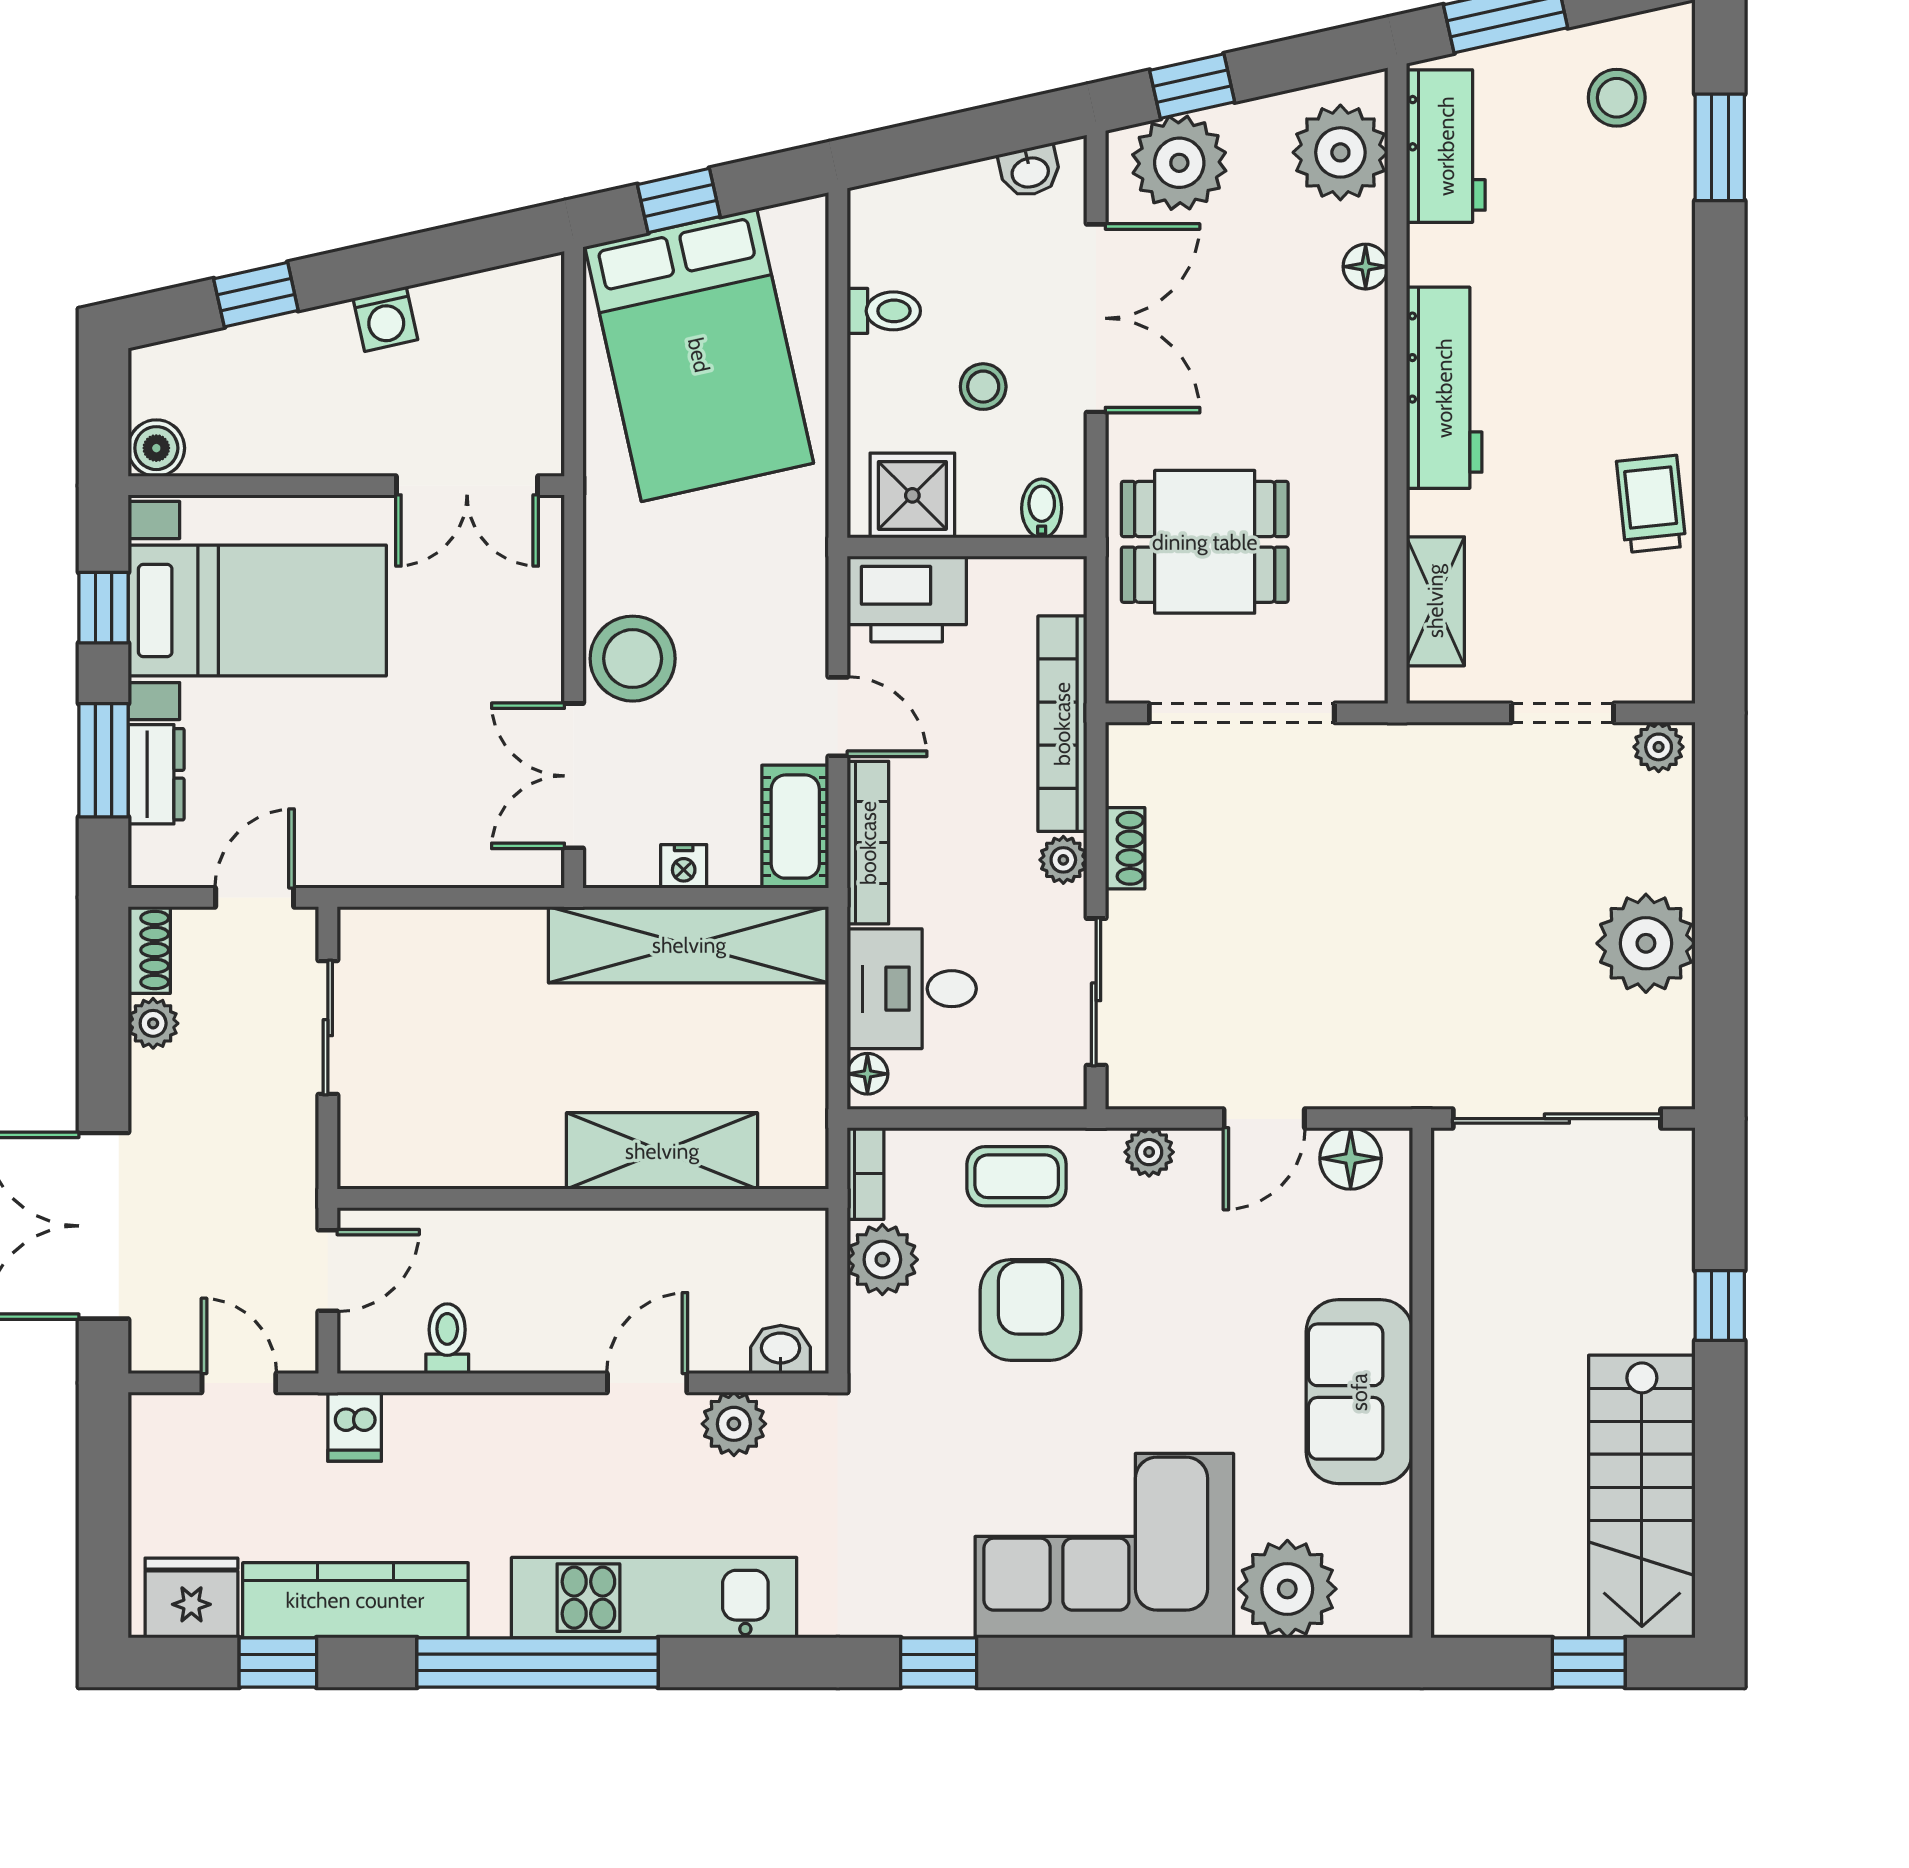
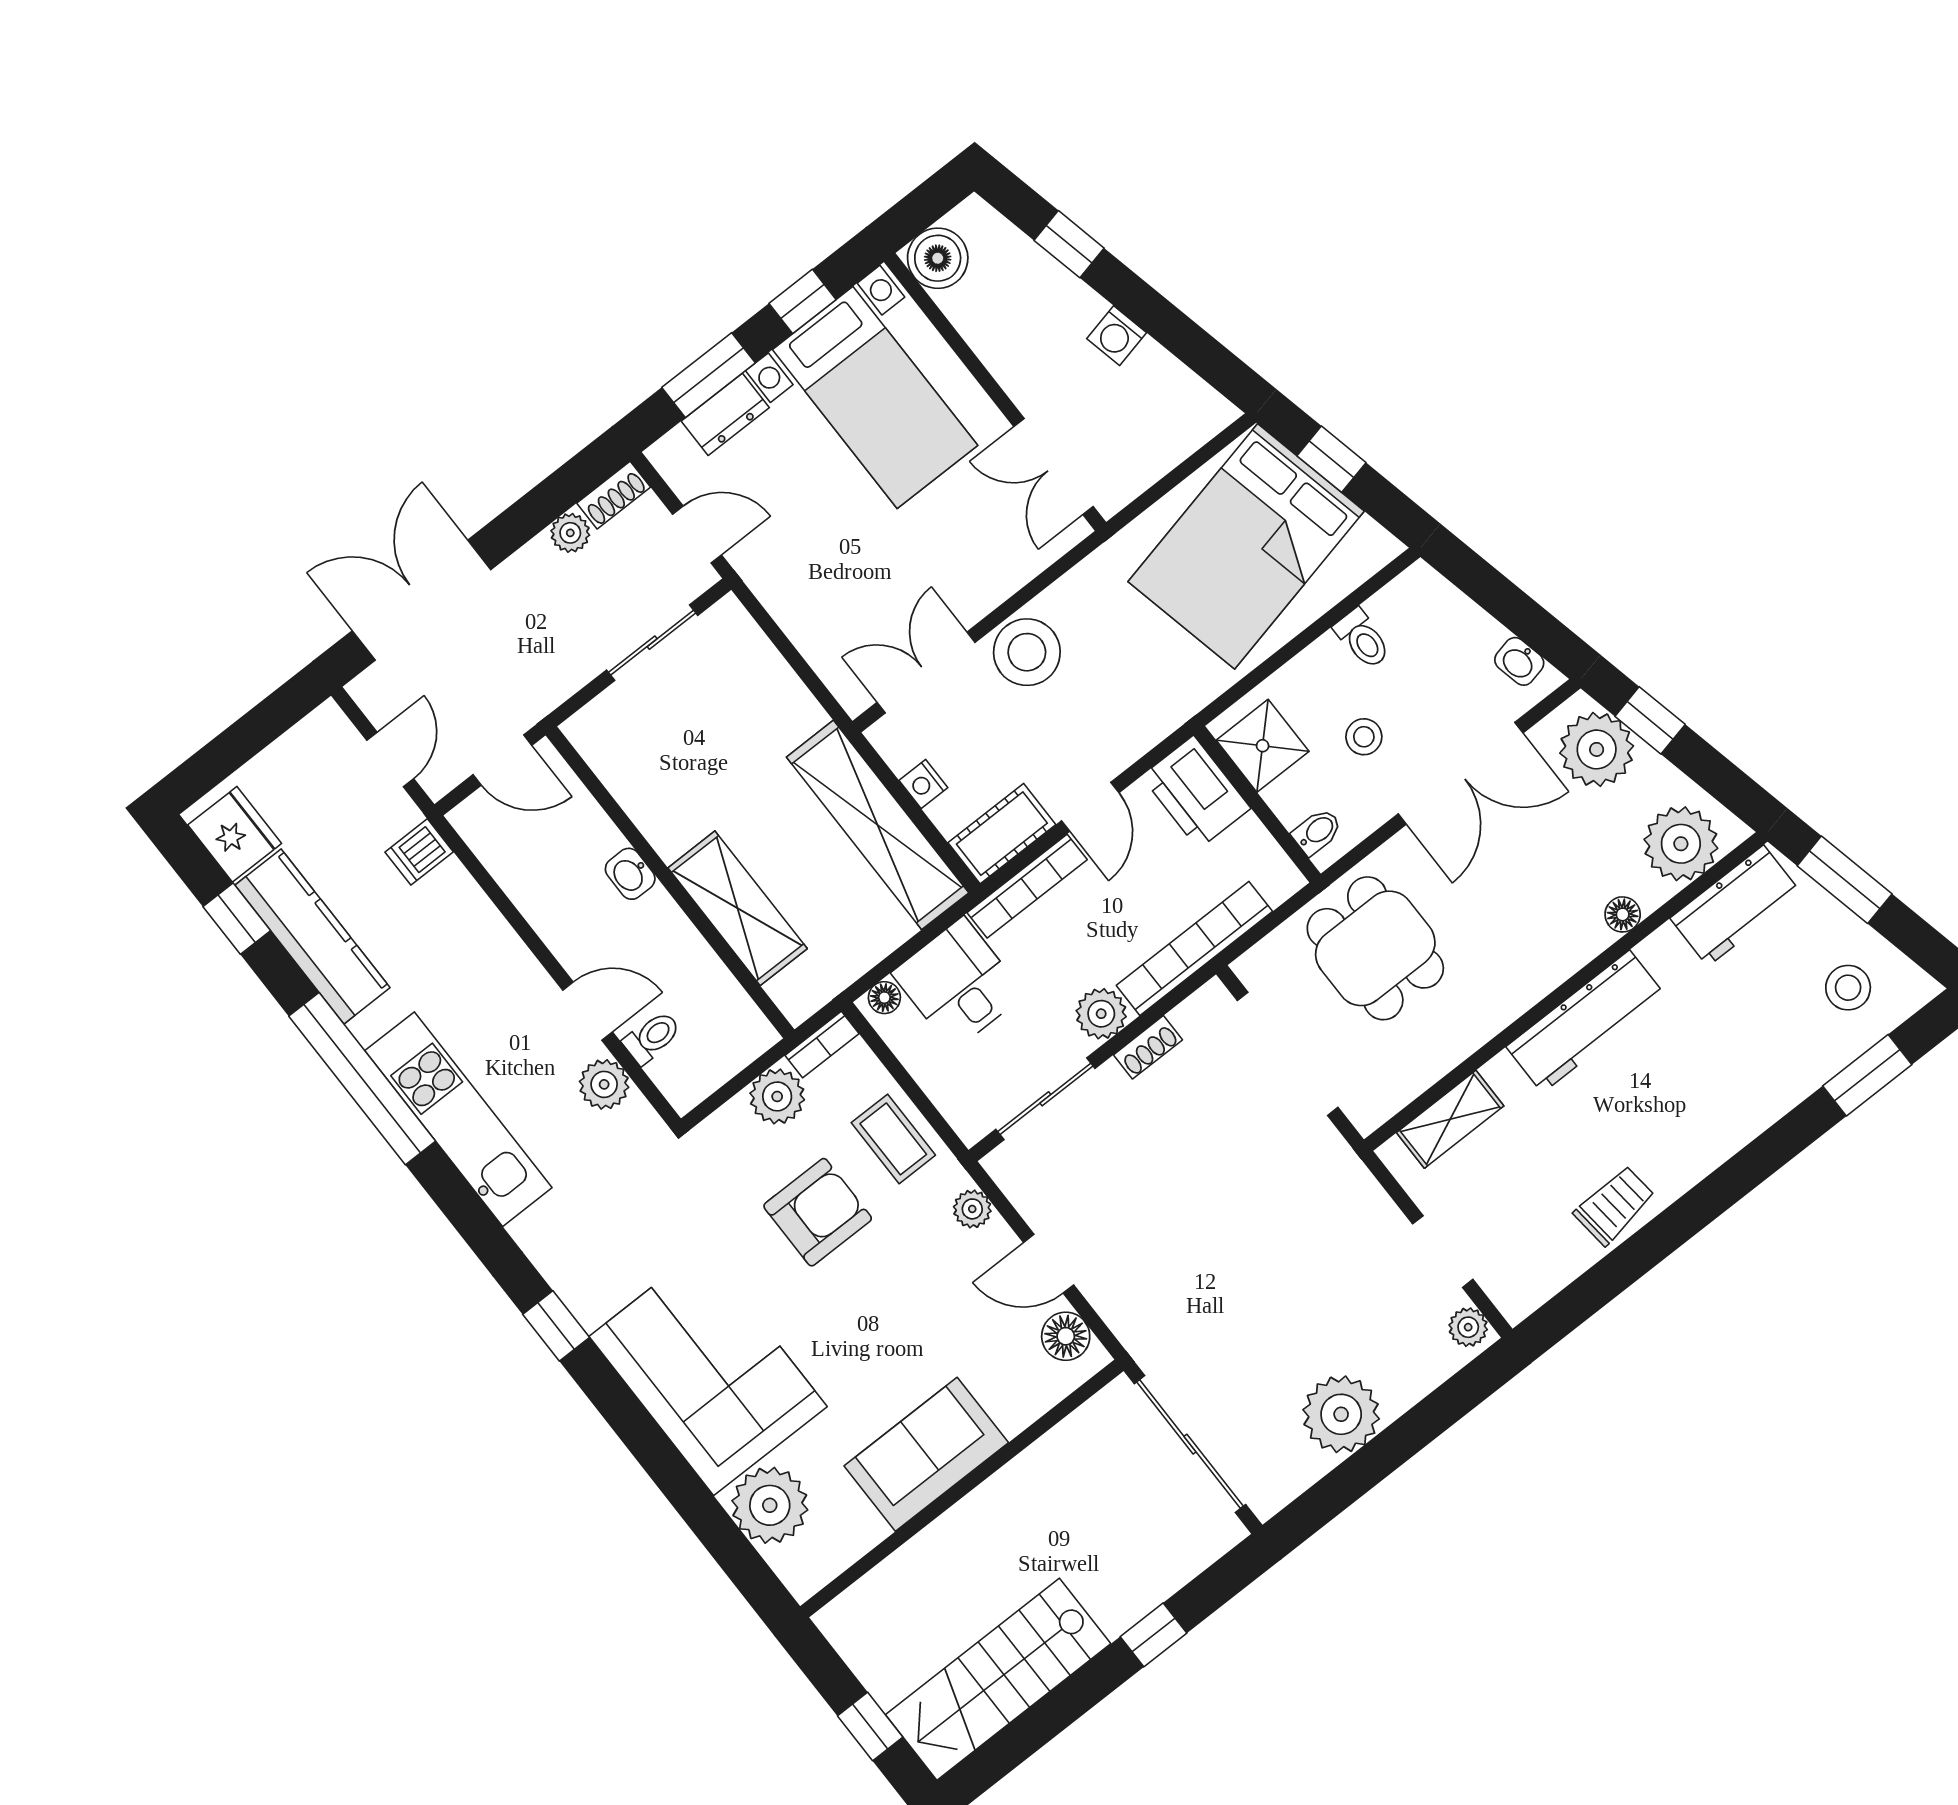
boiler: (156, 448) -> (938, 258), width x1.36, depth x1.36
plant: (1063, 860) -> (1101, 1014), width x1.38, depth x1.38
toilet: (447, 1339) -> (652, 1037), moved
washbasin: (781, 1349) -> (630, 874), moved, turned 180

